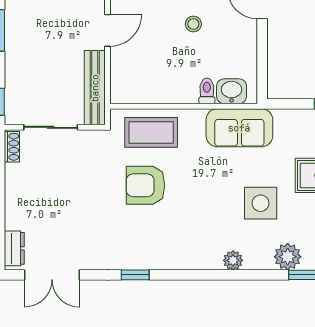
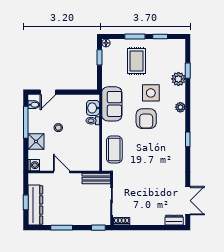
bench: (95, 88) -> (96, 179), width x0.73
armchair: (145, 185) -> (146, 119), moved
window: (135, 275) -> (188, 139), moved

